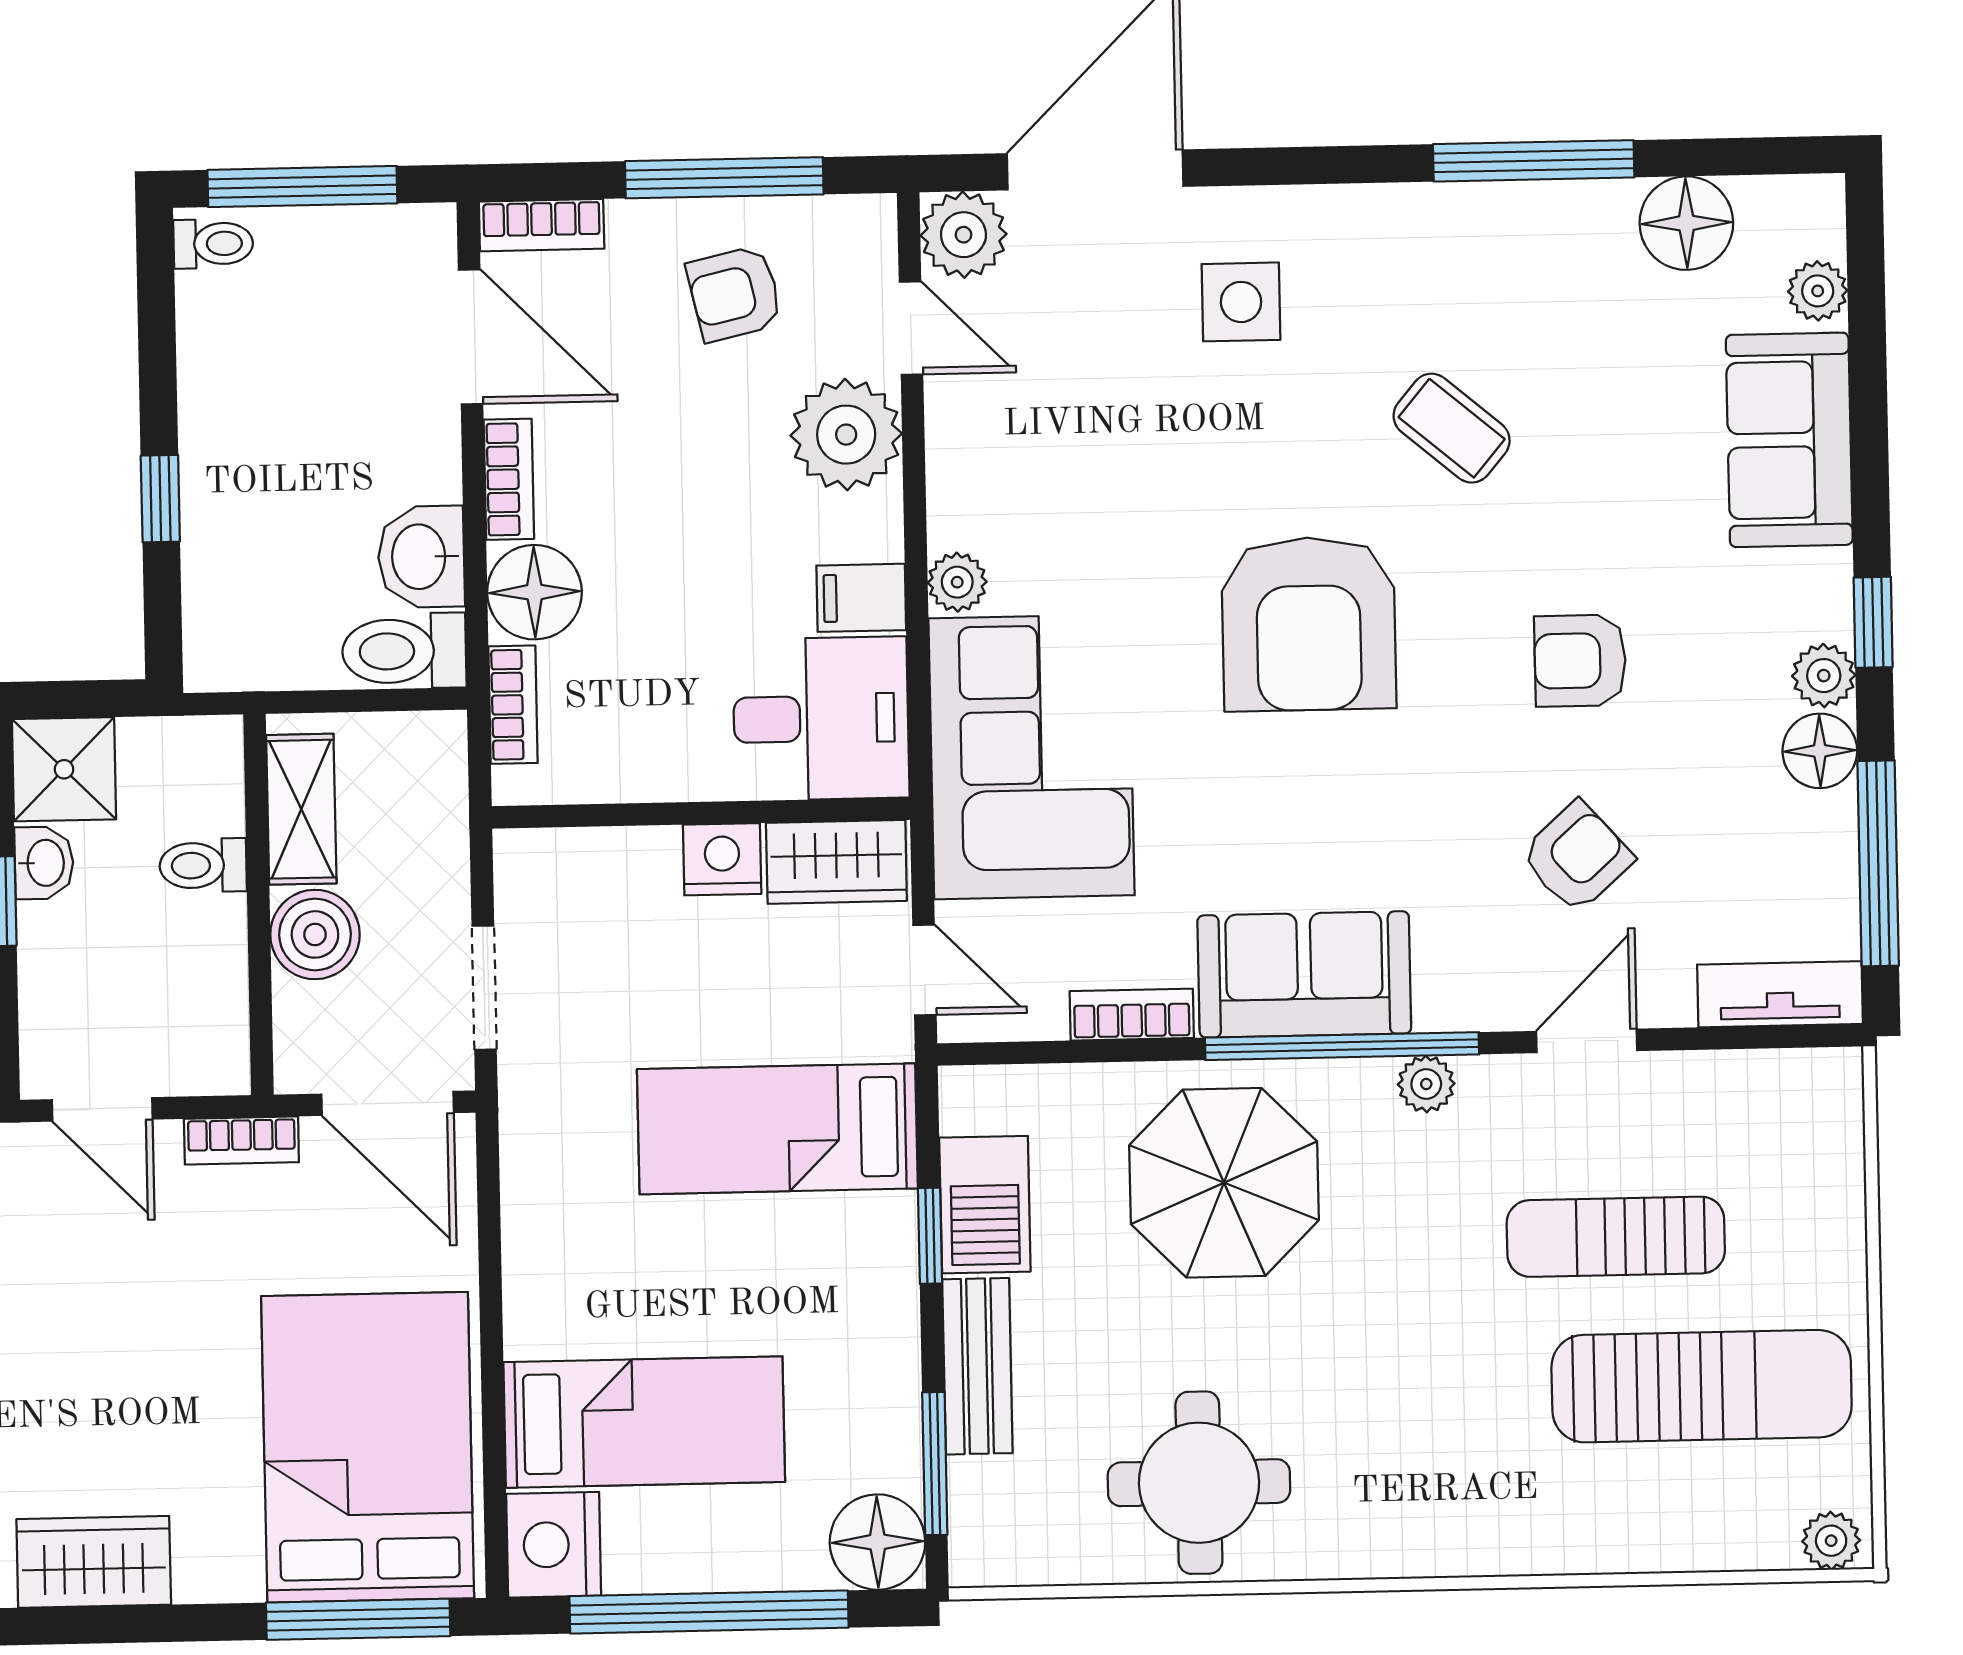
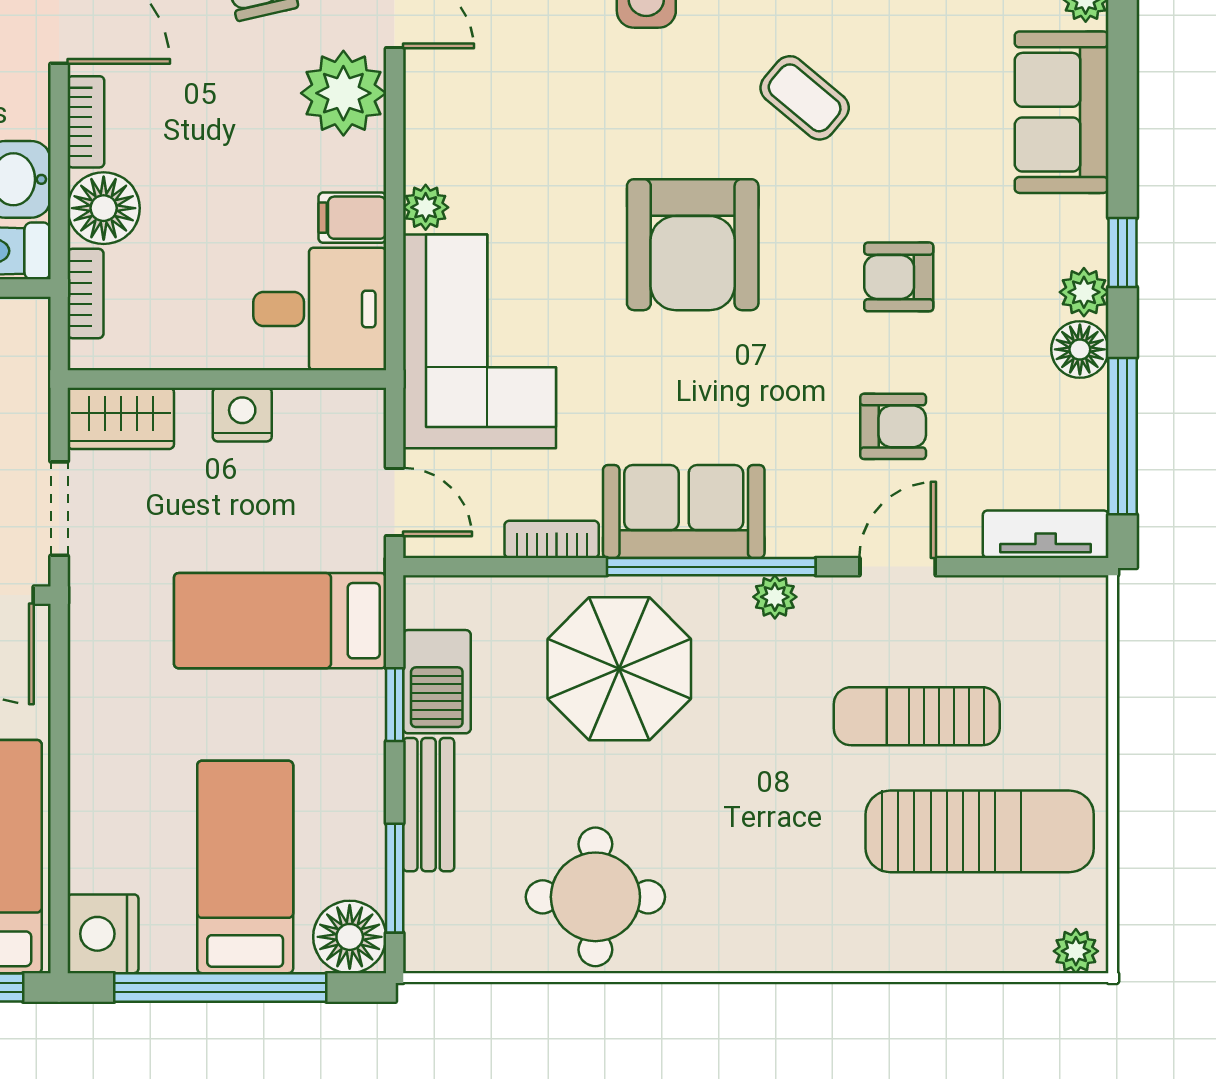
armchair: (1577, 857) -> (893, 426), turned 42
wardrobe: (836, 862) -> (121, 418), moved
bed: (644, 1422) -> (245, 867), moved, turned -90

